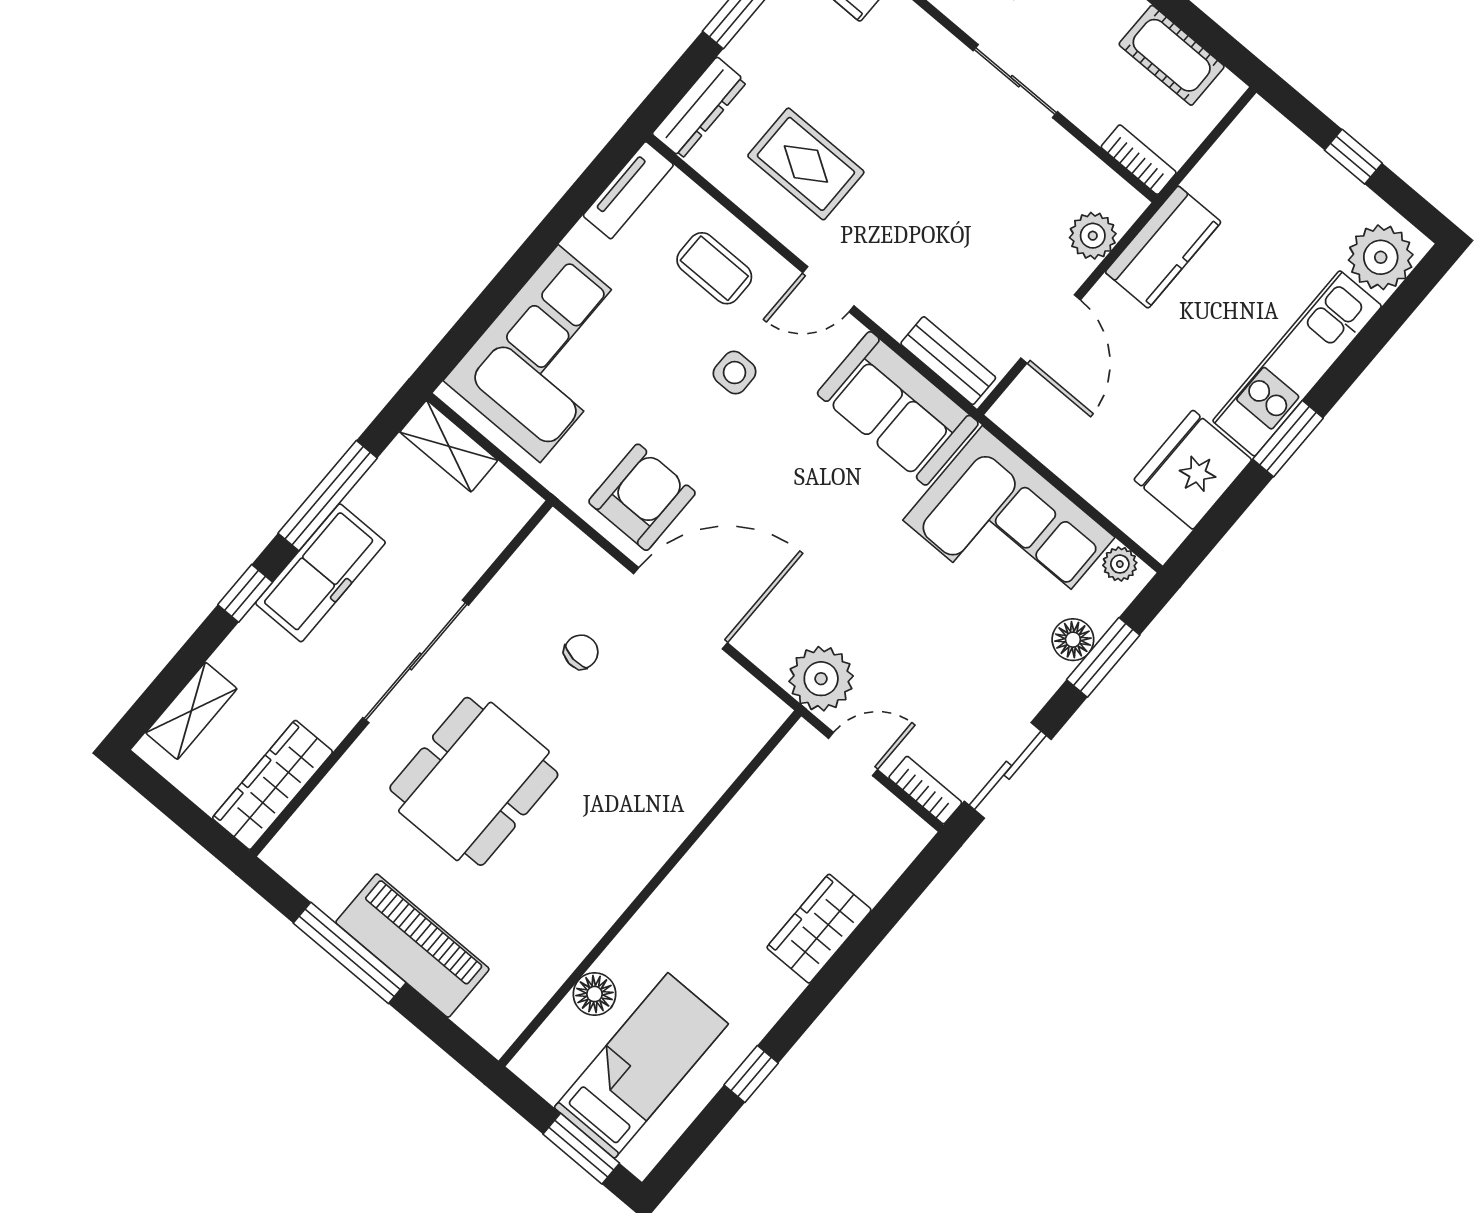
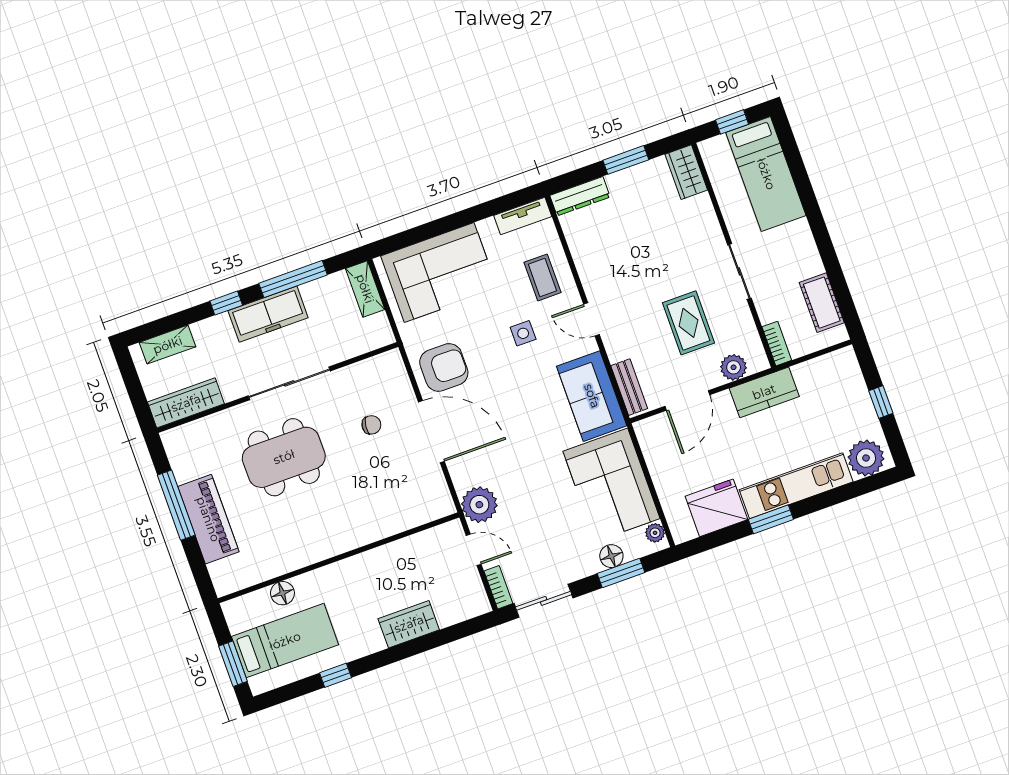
rug: (806, 164) -> (688, 323), moved

